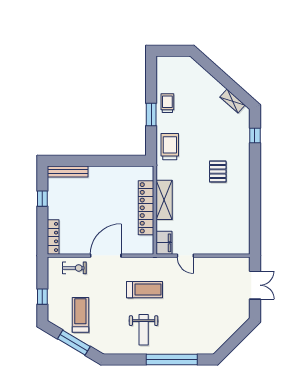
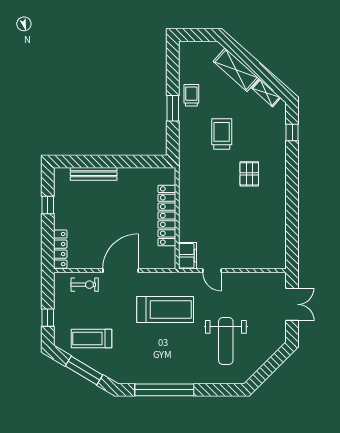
trolley: (170, 147) -> (222, 134), moved
bench: (68, 172) -> (94, 174), moved
shelving: (164, 200) -> (236, 70), moved, turned -48
treadmill: (144, 290) -> (165, 310), width x1.37, depth x1.38
treadmill: (80, 315) -> (91, 338), turned -90
weight bench: (144, 330) -> (226, 341), moved, width x1.36, depth x1.33
window: (172, 359) -> (164, 390), moved

